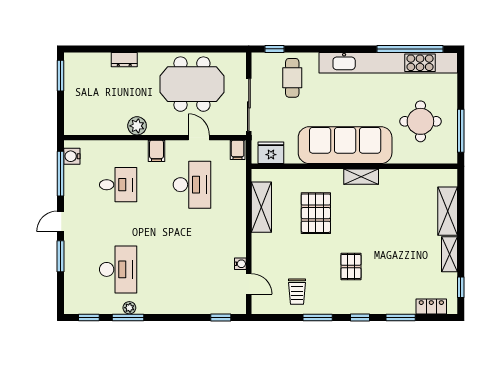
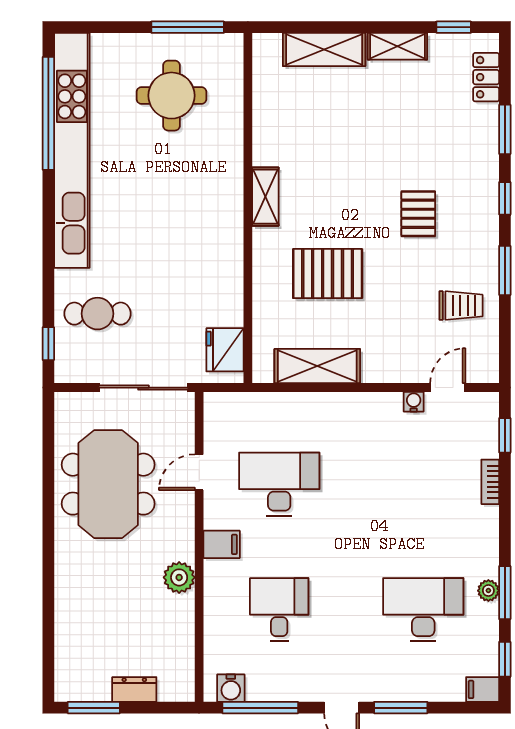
dresser: (124, 60) -> (134, 689), moved, turned -90
sofa: (345, 145) -> (212, 224), removed
filing cabinet: (238, 150) -> (483, 689), moved, turned 180
pallet: (351, 267) -> (418, 214), turned 90
bookcase: (193, 309) -> (490, 482), added

